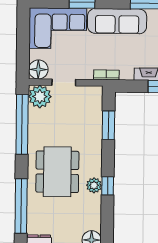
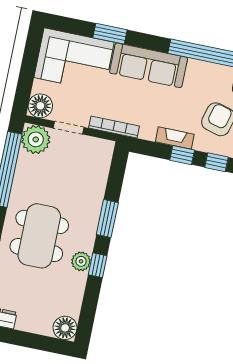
bookcase: (106, 75) -> (114, 127), width x1.56
window: (108, 125) -> (107, 219), moved

